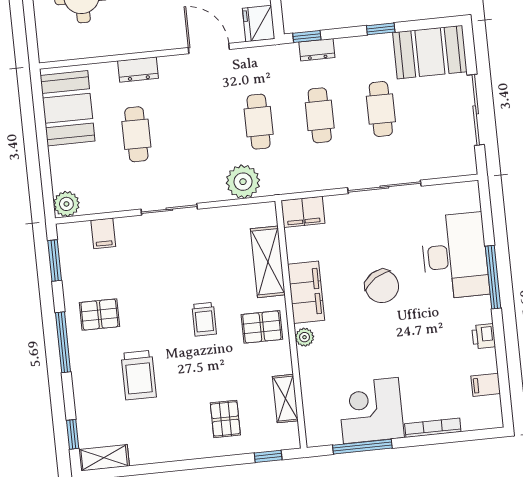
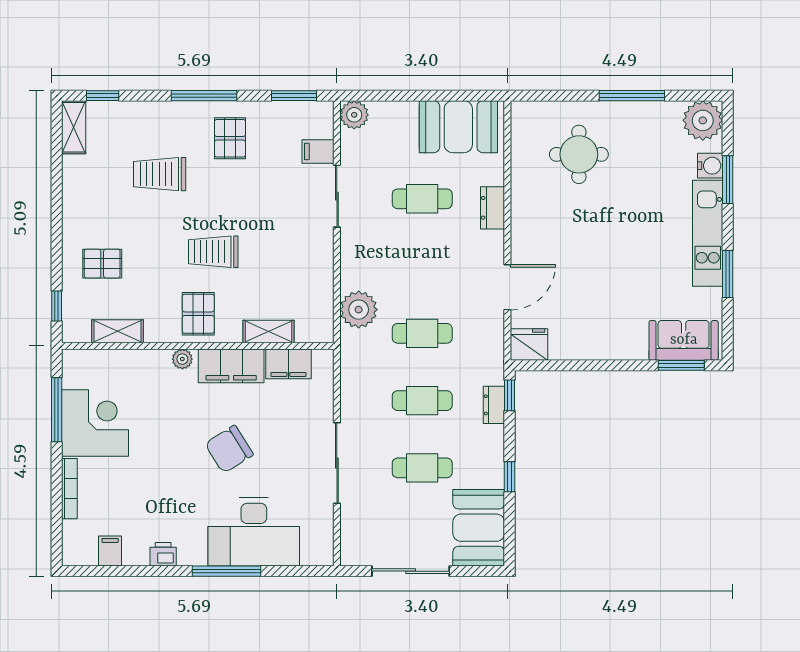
sliding door: (169, 209) -> (337, 196), moved
filing cabinet: (303, 212) -> (288, 364), moved, turned -90
shelving: (268, 262) -> (269, 331), width x0.67, depth x0.75
trolley: (204, 319) -> (213, 252), width x1.36, depth x1.39

